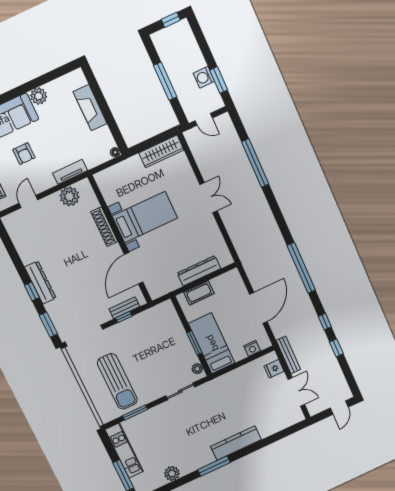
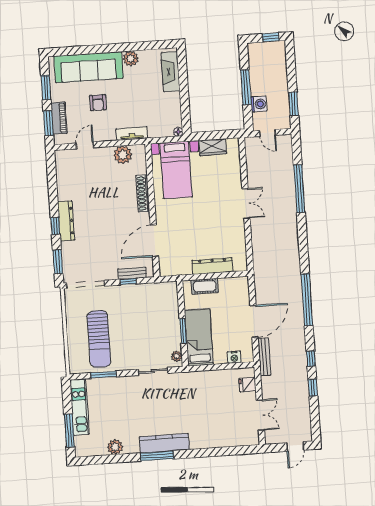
washing machine: (204, 77) -> (259, 104), moved, turned 180
fireplace: (90, 108) -> (170, 72), moved
wardrobe: (161, 151) -> (213, 147), width x0.67
bed with nightstands: (145, 217) -> (176, 170), moved, turned 90
bench: (288, 355) -> (264, 357), moved
kitchen counter: (236, 443) -> (164, 443), moved

